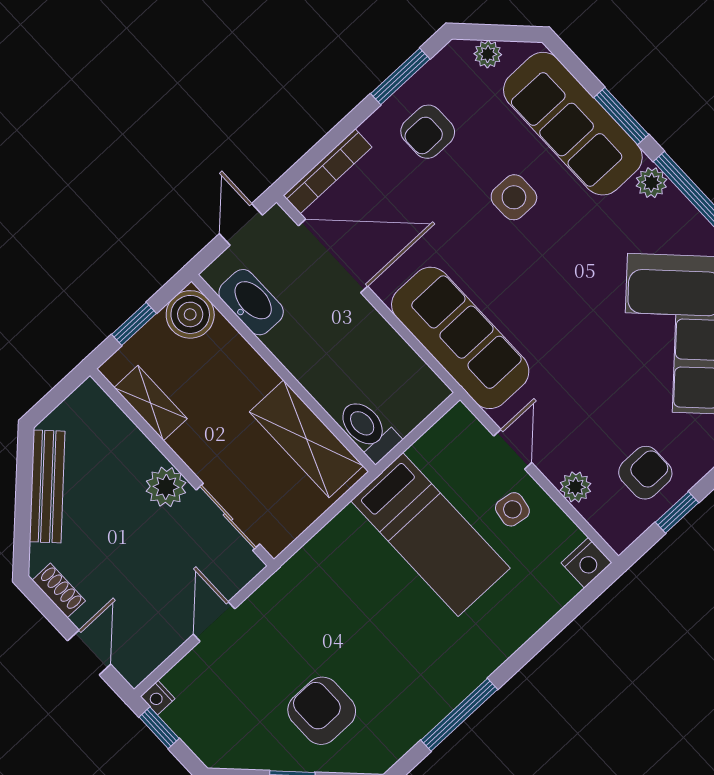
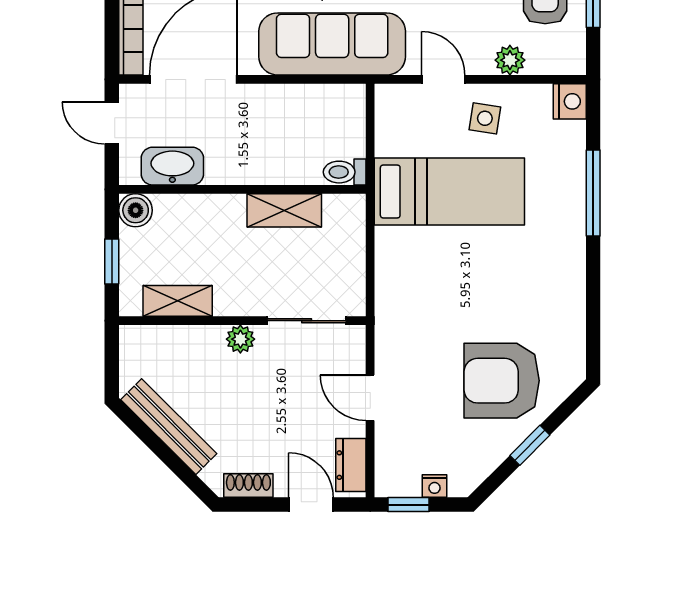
boiler: (190, 314) -> (136, 210), width x0.73, depth x0.73
toilet: (368, 430) -> (345, 172), width x0.73, depth x0.72
shelving: (306, 439) -> (284, 210), width x0.67, depth x0.75
plant: (166, 487) -> (240, 339), width x0.73, depth x0.73
dresser: (148, 655) -> (351, 465), added
nightstand: (158, 698) -> (435, 486), moved
armchair: (322, 711) -> (502, 381), width x1.36, depth x1.36
window: (459, 715) -> (593, 193), moved

